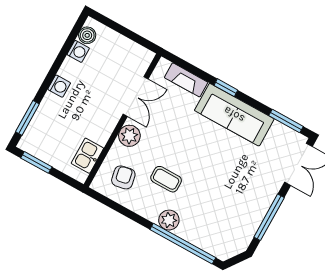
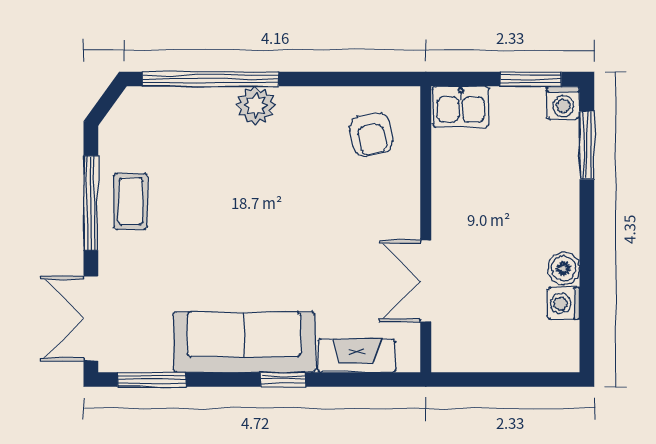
boiler: (87, 35) -> (563, 268), moved
washing machine: (59, 86) -> (563, 103), moved, turned -90
plant: (129, 136) -> (400, 210), removed
kitchen sink: (87, 156) -> (461, 107), moved, turned 90
coffee table: (166, 179) -> (131, 201), moved, turned 90

